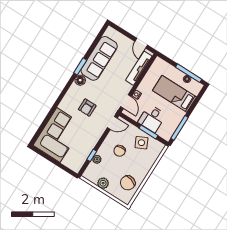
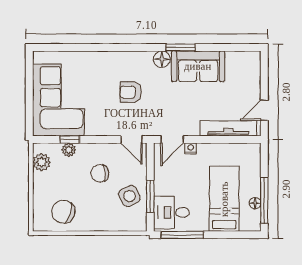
sofa: (99, 58) -> (198, 66), width x0.73
desk: (152, 118) -> (171, 212), moved
corner sofa: (58, 135) -> (58, 100), moved, turned -90
plant: (103, 183) -> (42, 162), moved

